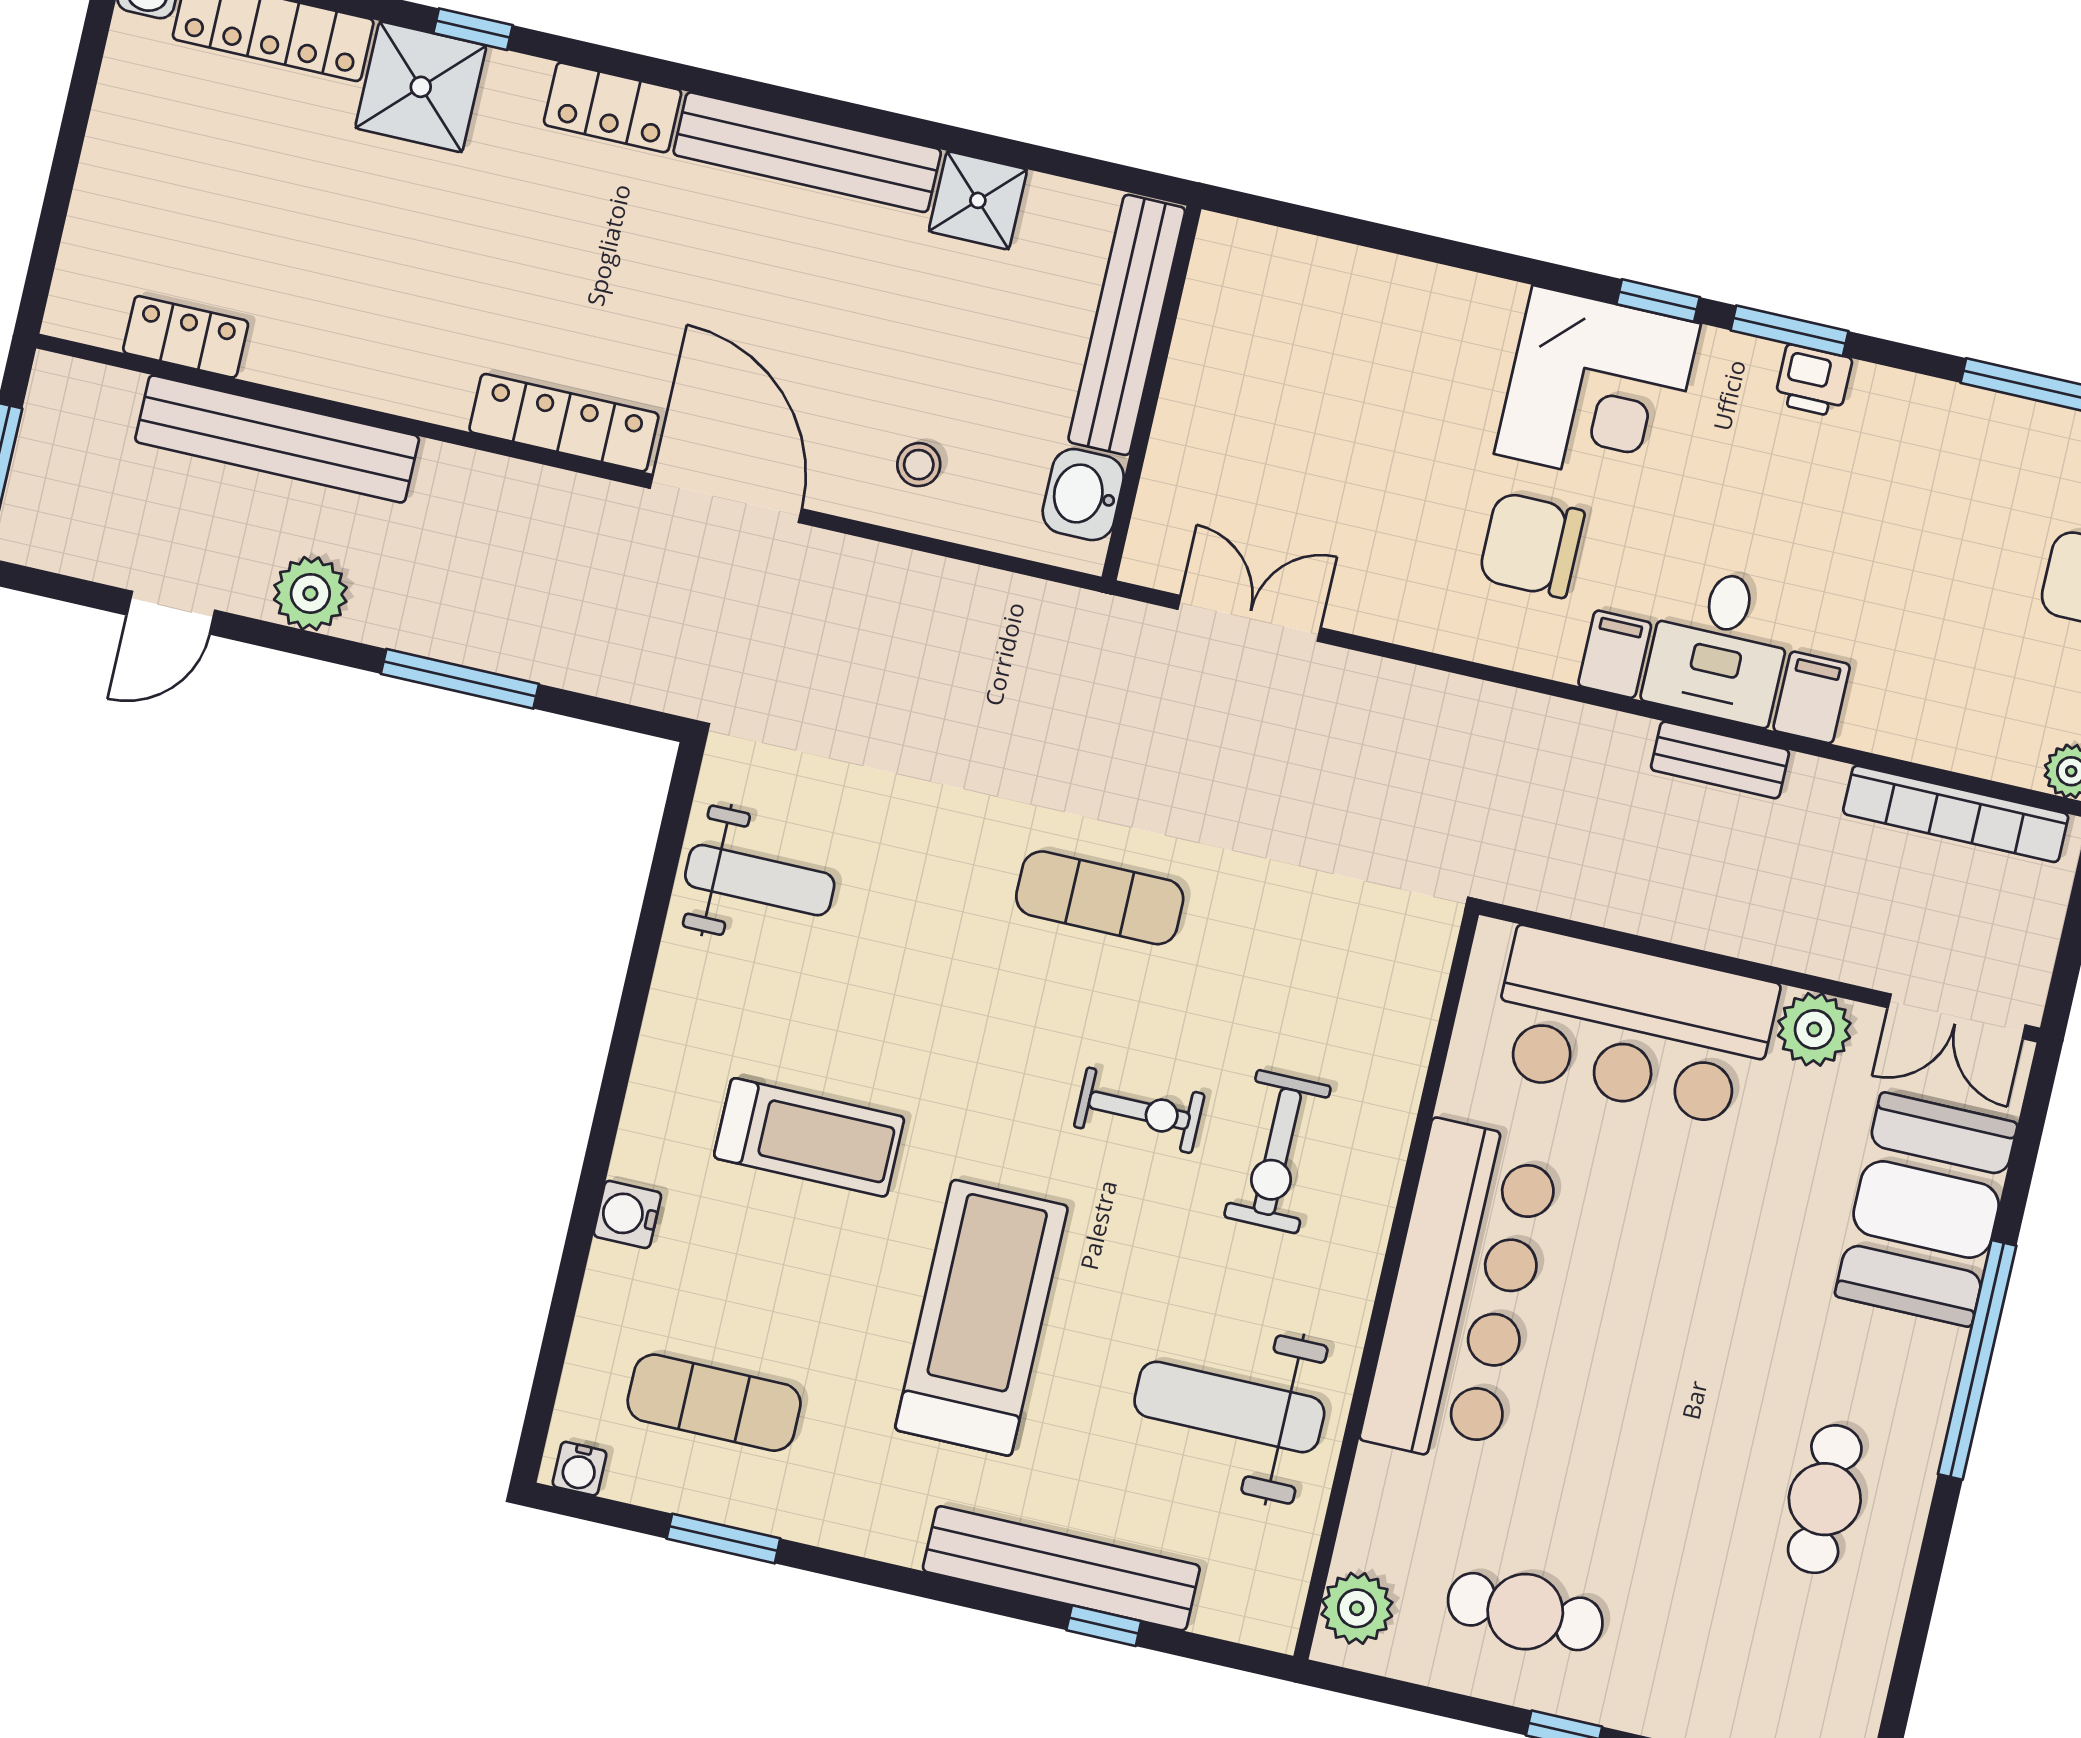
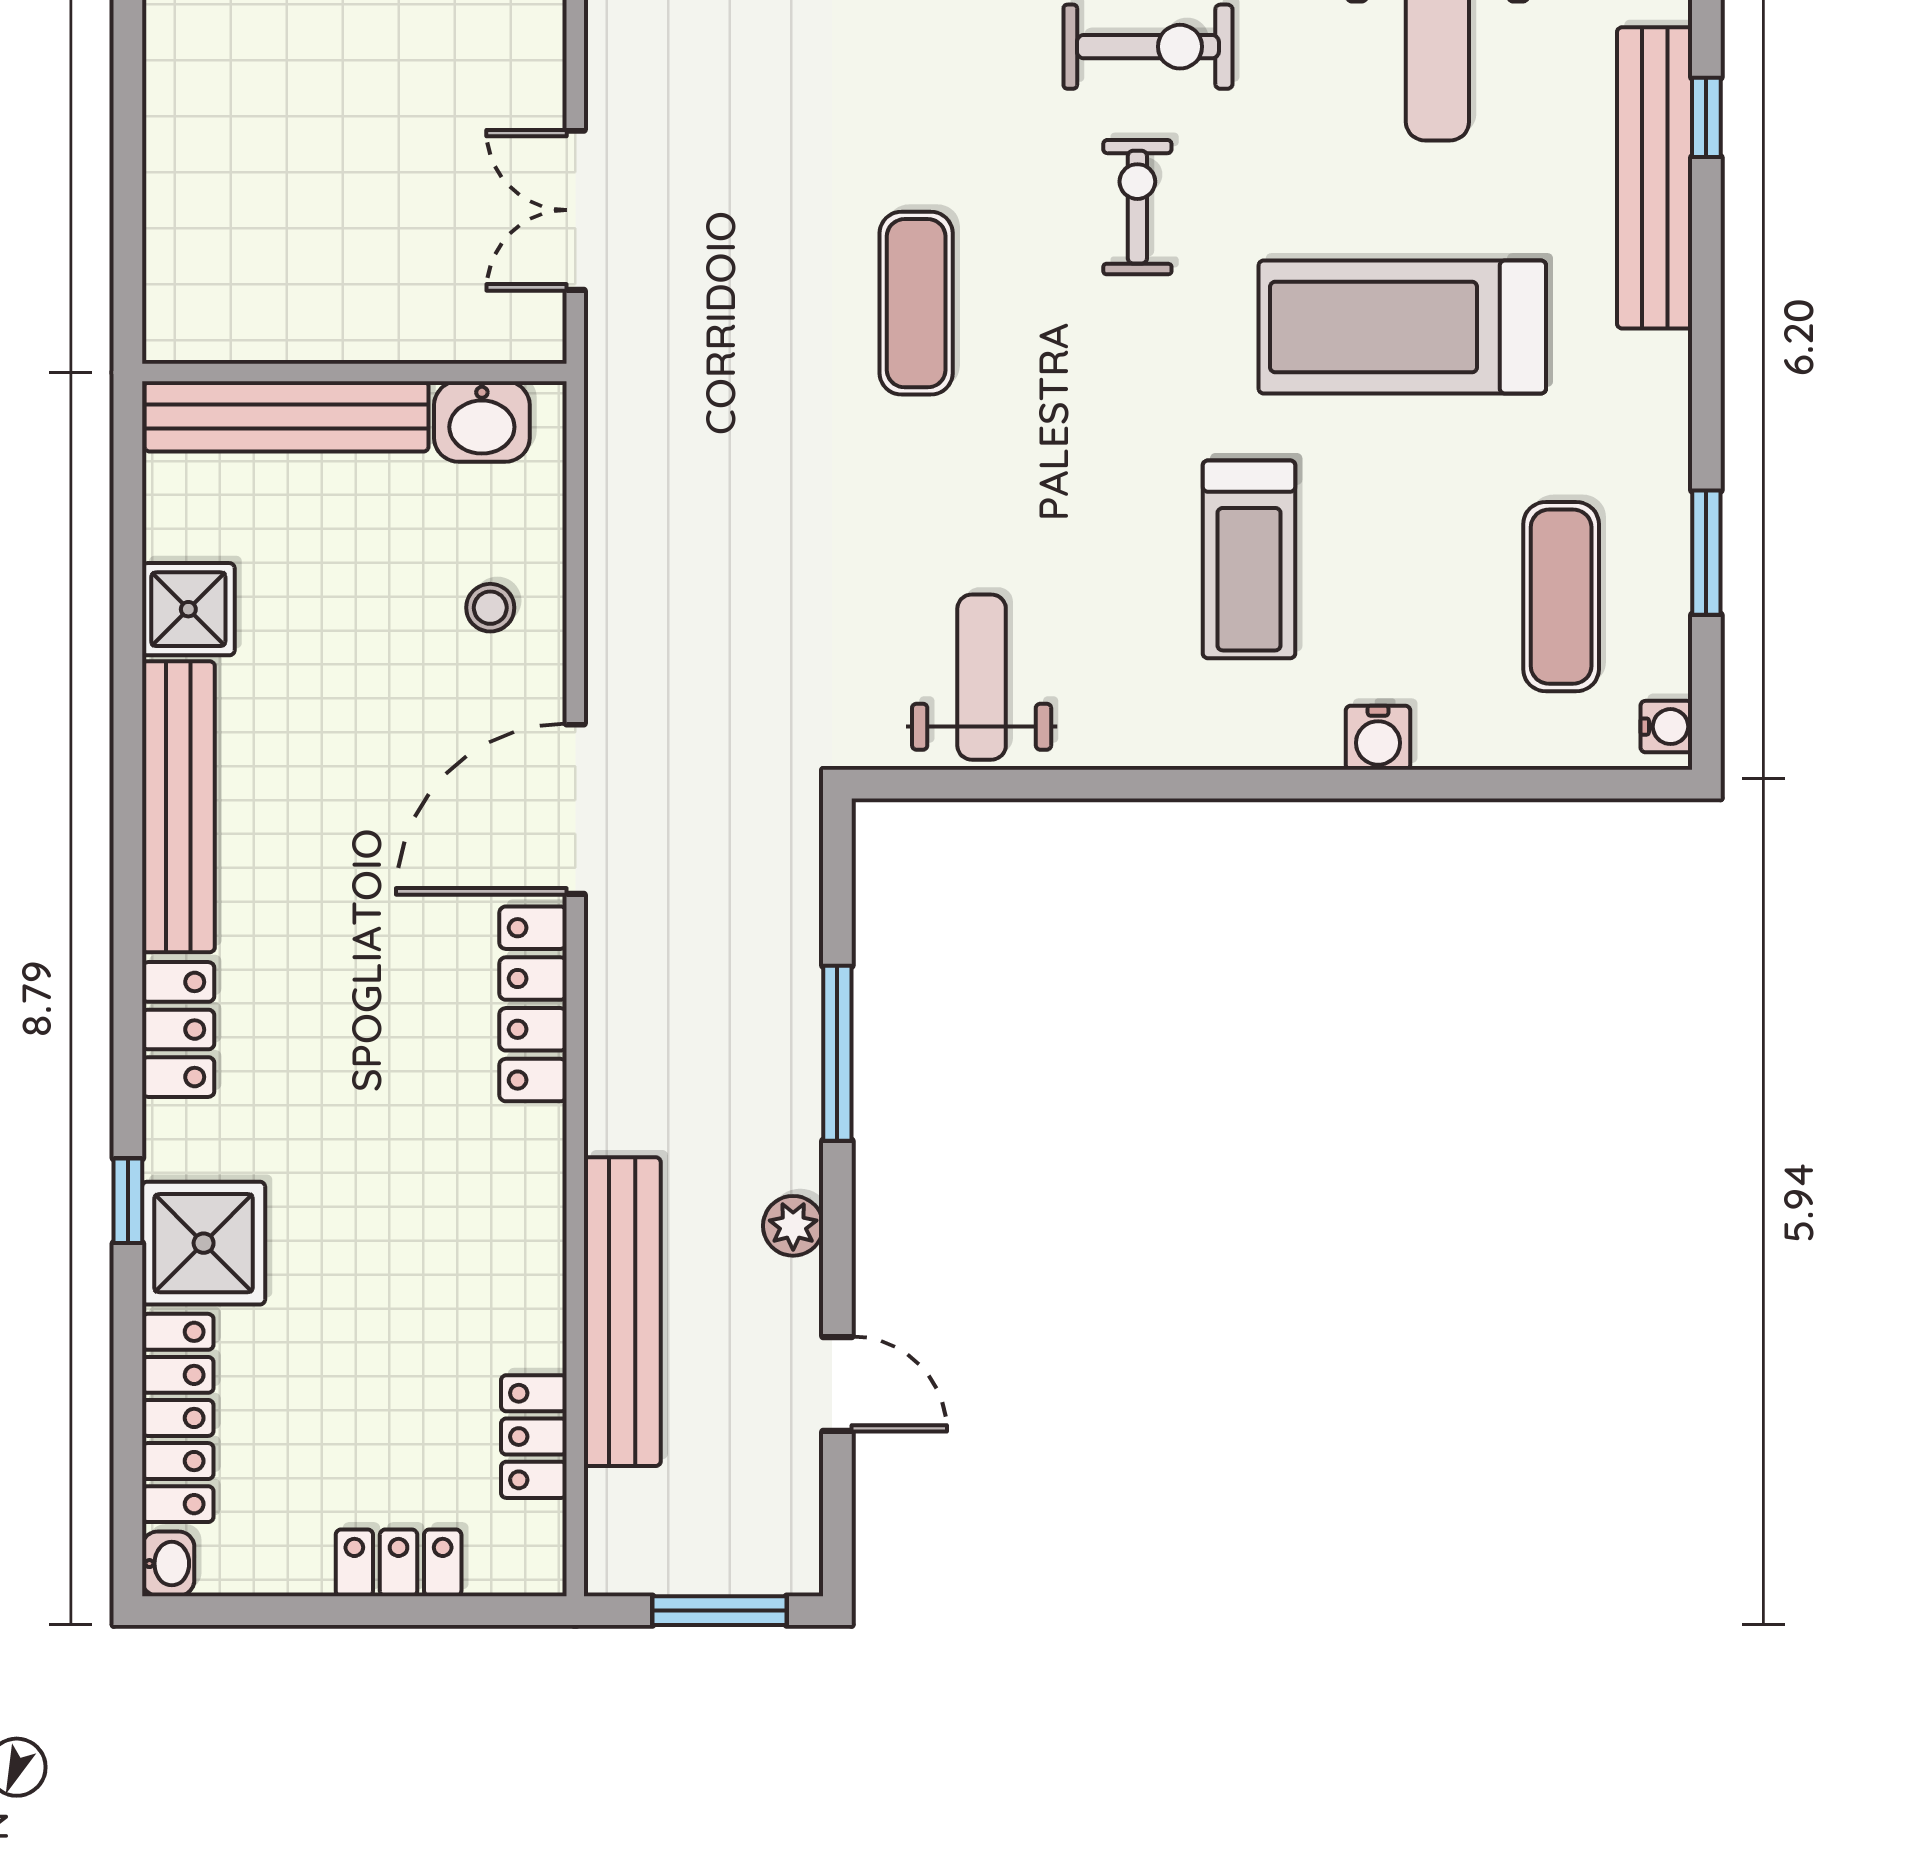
locker: (102, 193) -> (399, 1563), added
plant: (310, 593) -> (793, 1226), width x0.73, depth x0.73
treadmill: (809, 1137) -> (1249, 559), turned 180

